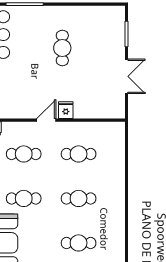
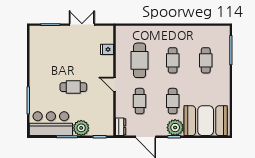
cafe table: (62, 48) -> (73, 87), moved
fridge: (66, 110) -> (107, 49), moved
cafe table: (79, 154) -> (140, 60), width x1.37, depth x1.35

